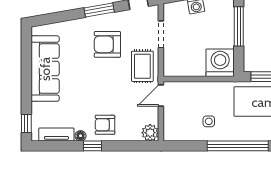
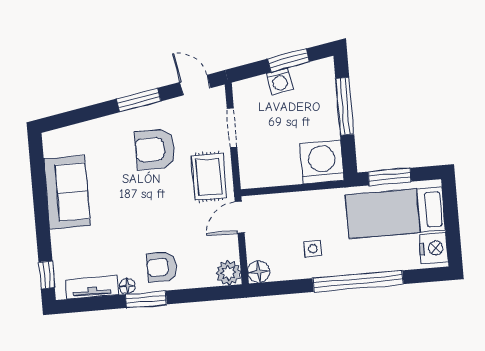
sofa: (45, 69) -> (67, 192), width x0.73
floor lamp: (171, 134) -> (259, 272), added
window: (92, 146) -> (146, 299), width x1.50

